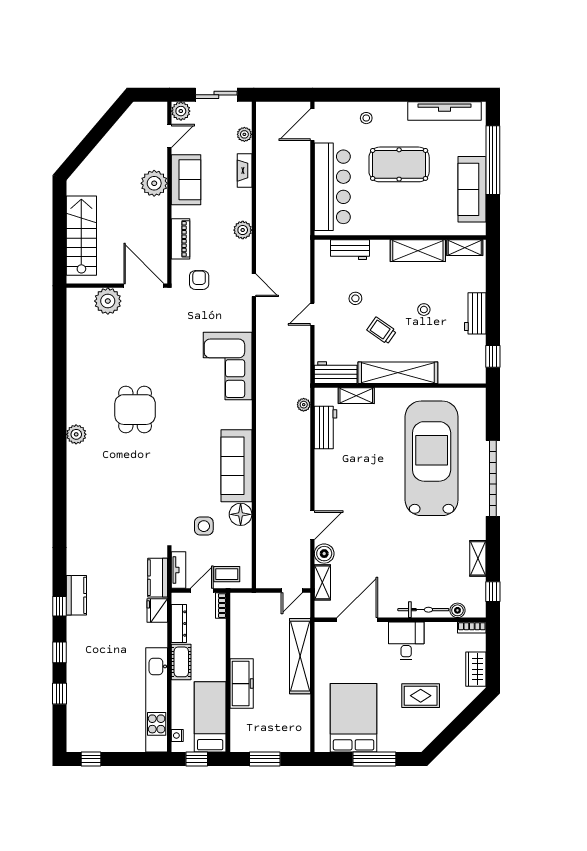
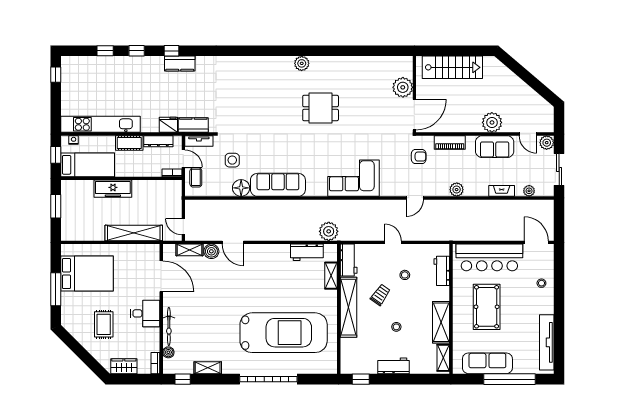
pool table: (399, 164) -> (487, 307), moved
plant: (304, 405) -> (329, 231), width x1.87, depth x1.87

